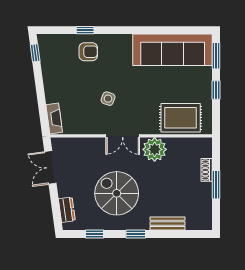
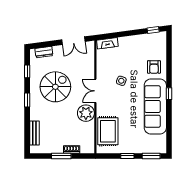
window: (85, 30) -> (169, 94), moved
sofa: (173, 50) -> (155, 106), moved
double door: (50, 167) -> (73, 41), swing flipped
bench: (167, 223) -> (34, 133), moved

